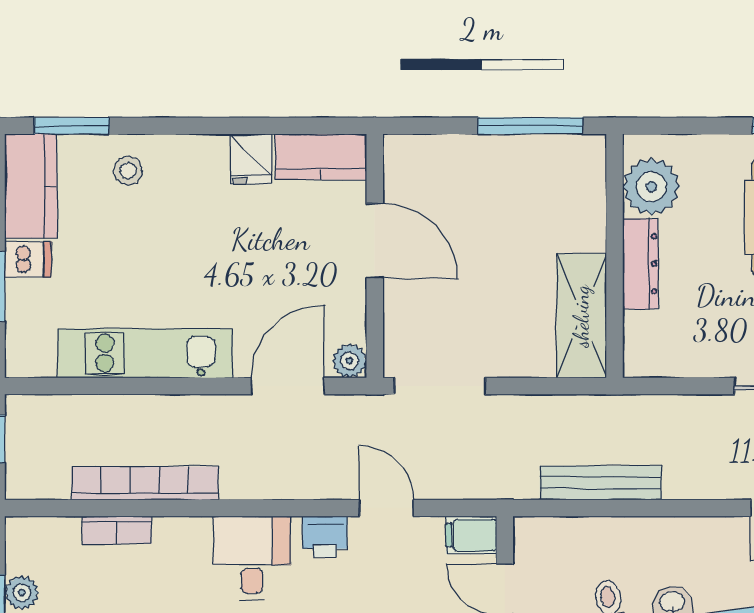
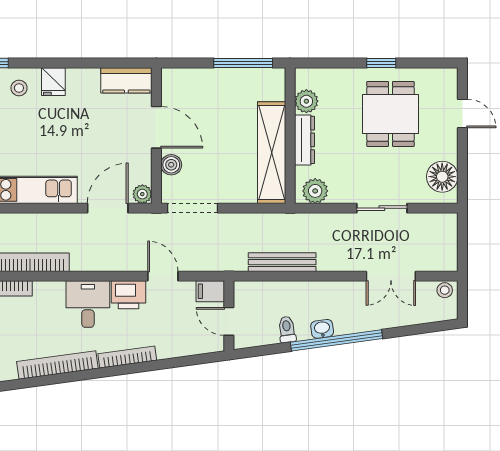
fridge: (251, 159) -> (53, 82), moved
plant: (651, 187) -> (306, 101), width x0.73, depth x0.73
boiler: (401, 308) -> (171, 165), added
shelving: (581, 316) -> (272, 153), width x1.47
plant: (659, 355) -> (315, 191), added
printer: (325, 537) -> (128, 295), width x1.36, depth x1.24

